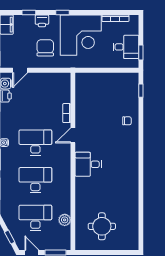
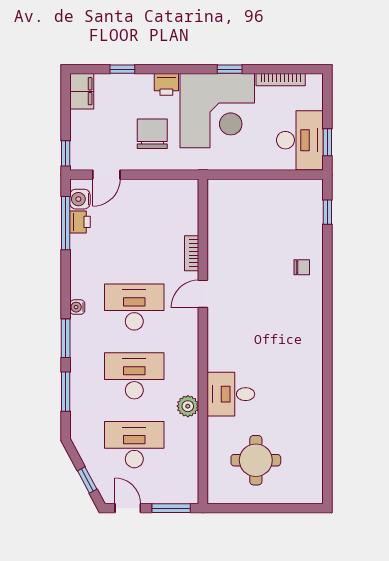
window: (63, 13) -> (230, 69), moved
printer: (42, 21) -> (166, 84), moved
desk: (126, 47) -> (300, 140), width x1.37
desk: (88, 164) -> (231, 394), moved
plant: (65, 220) -> (188, 406), moved

